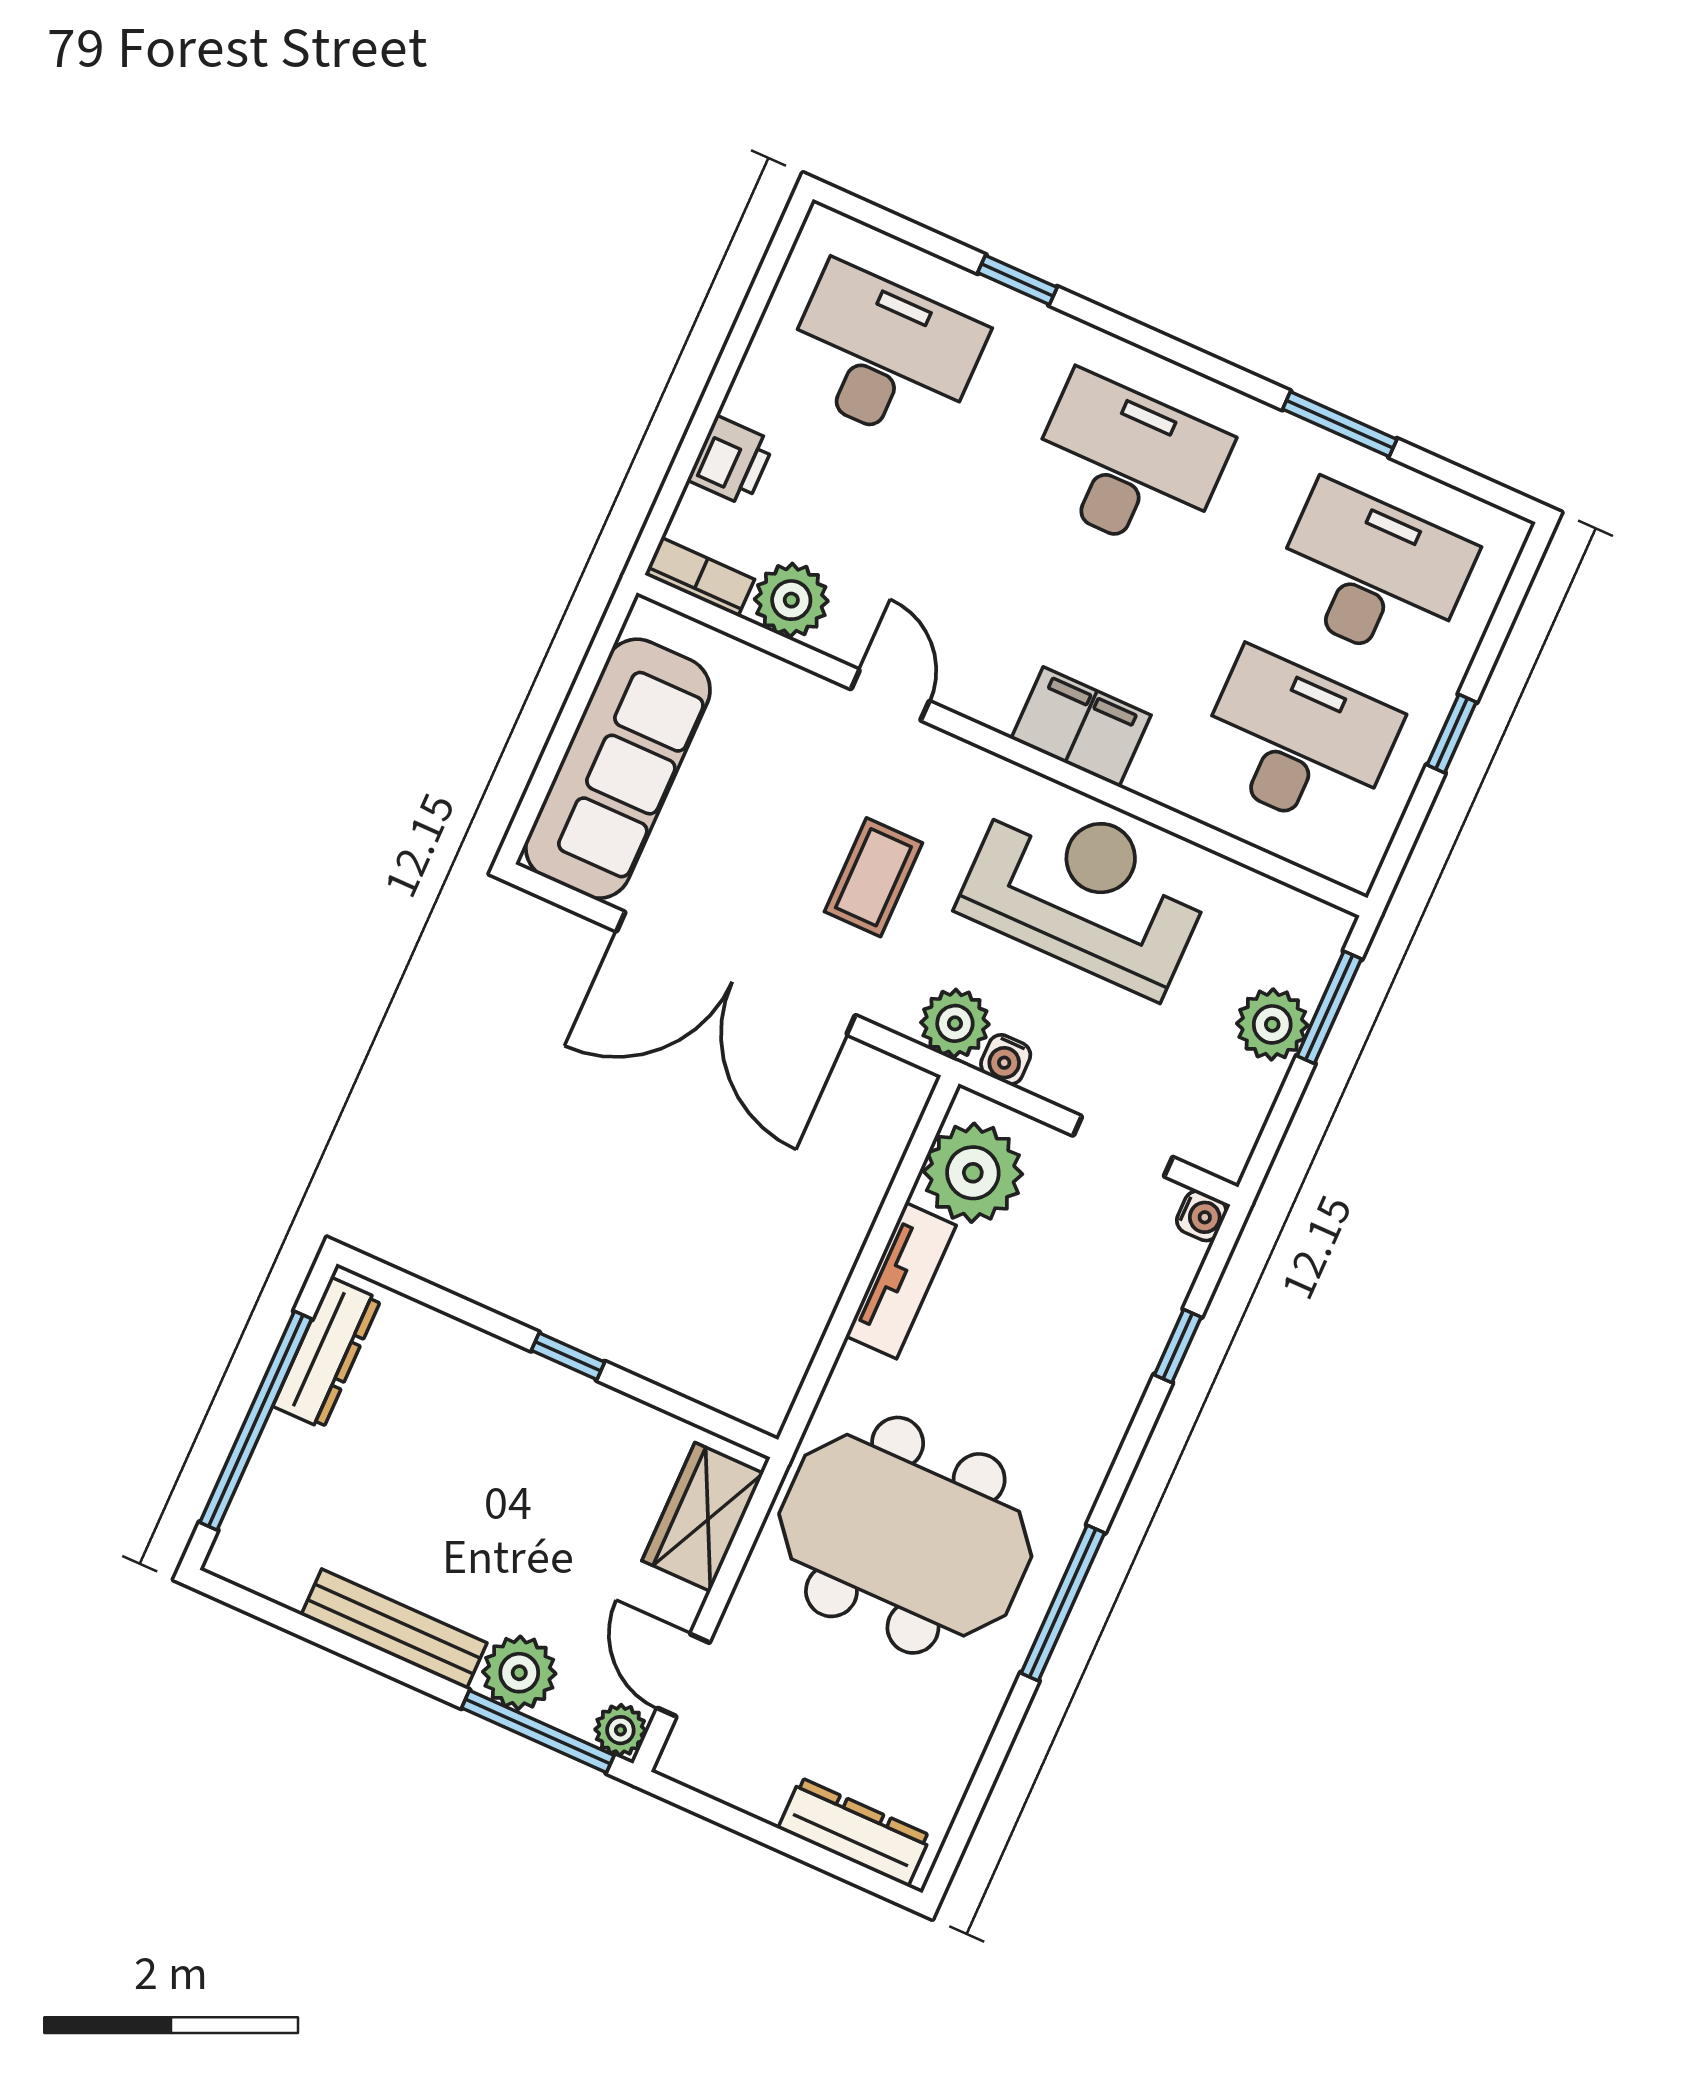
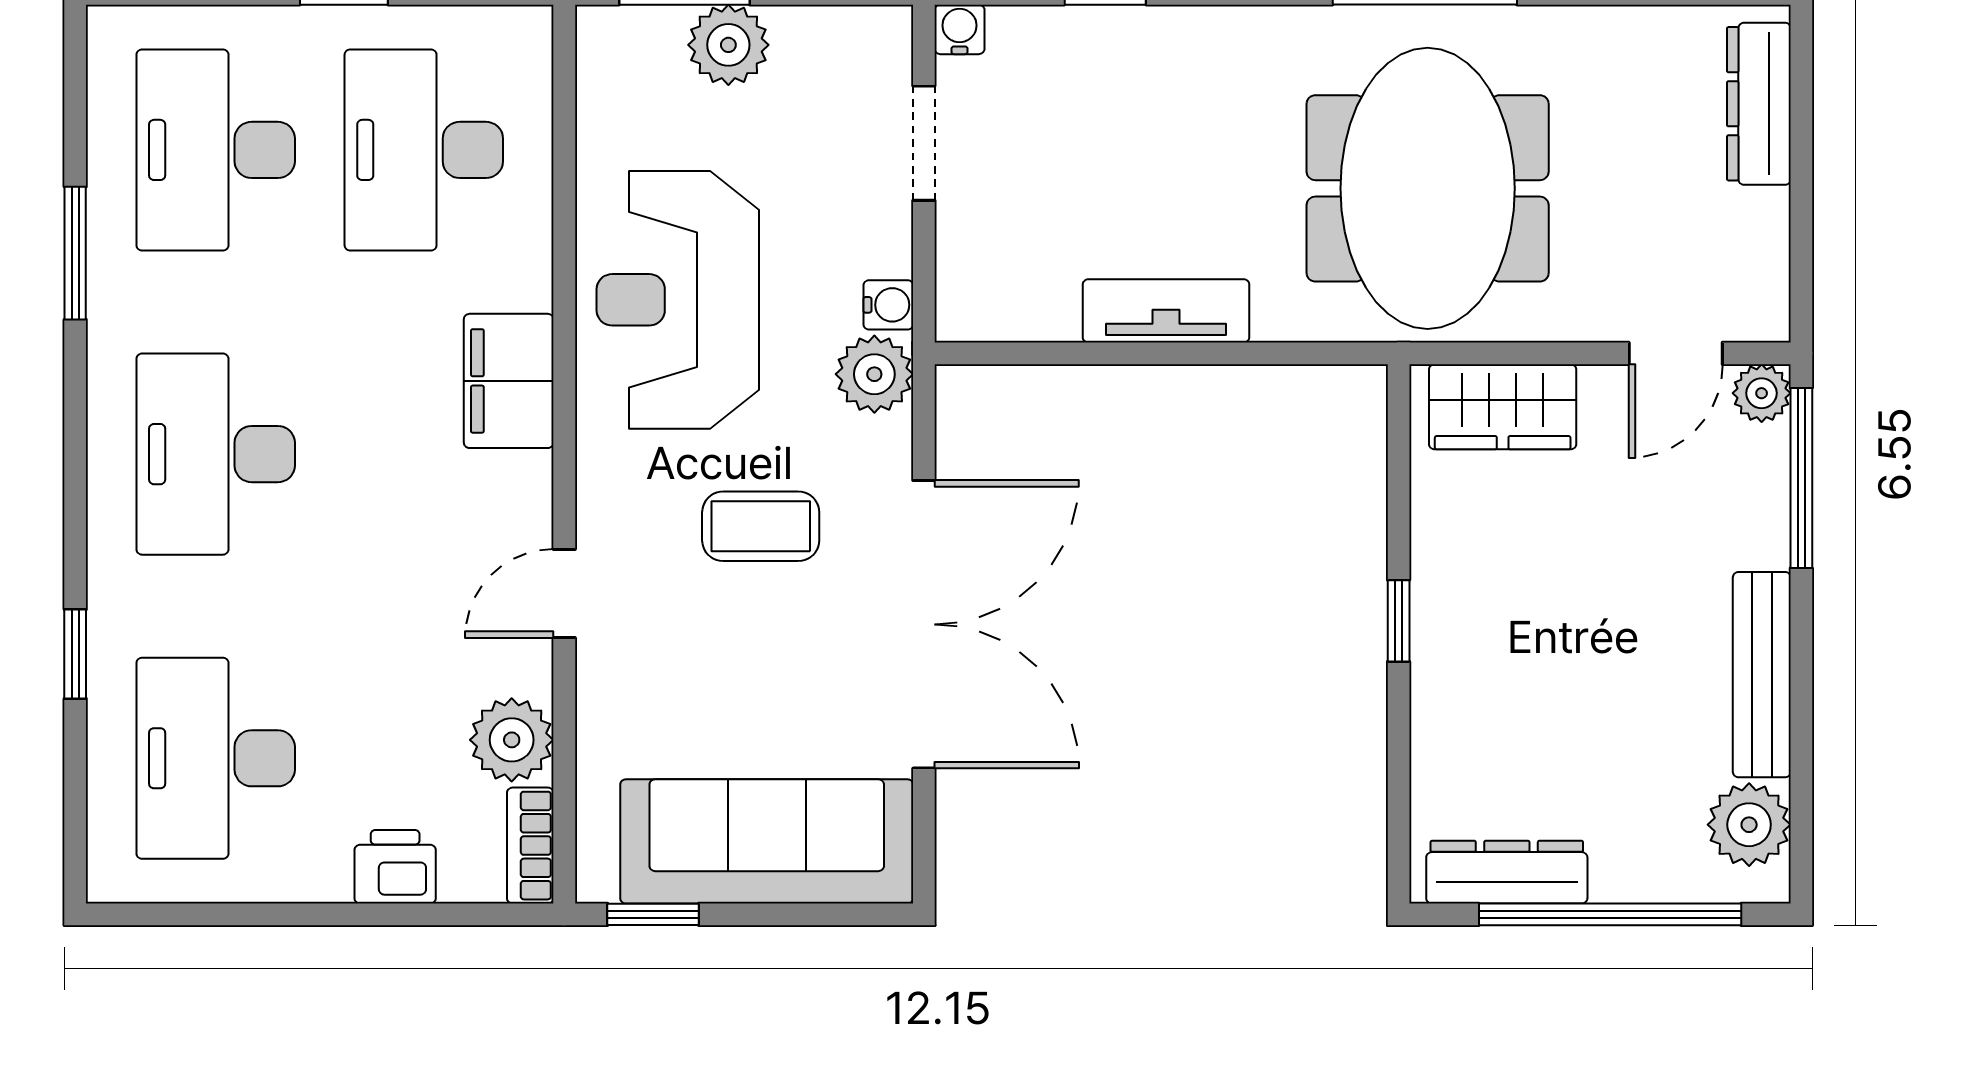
window: (600, 651) -> (653, 914), added
plant: (973, 1173) -> (1021, 286), removed
plant: (519, 1673) -> (1749, 825), moved

